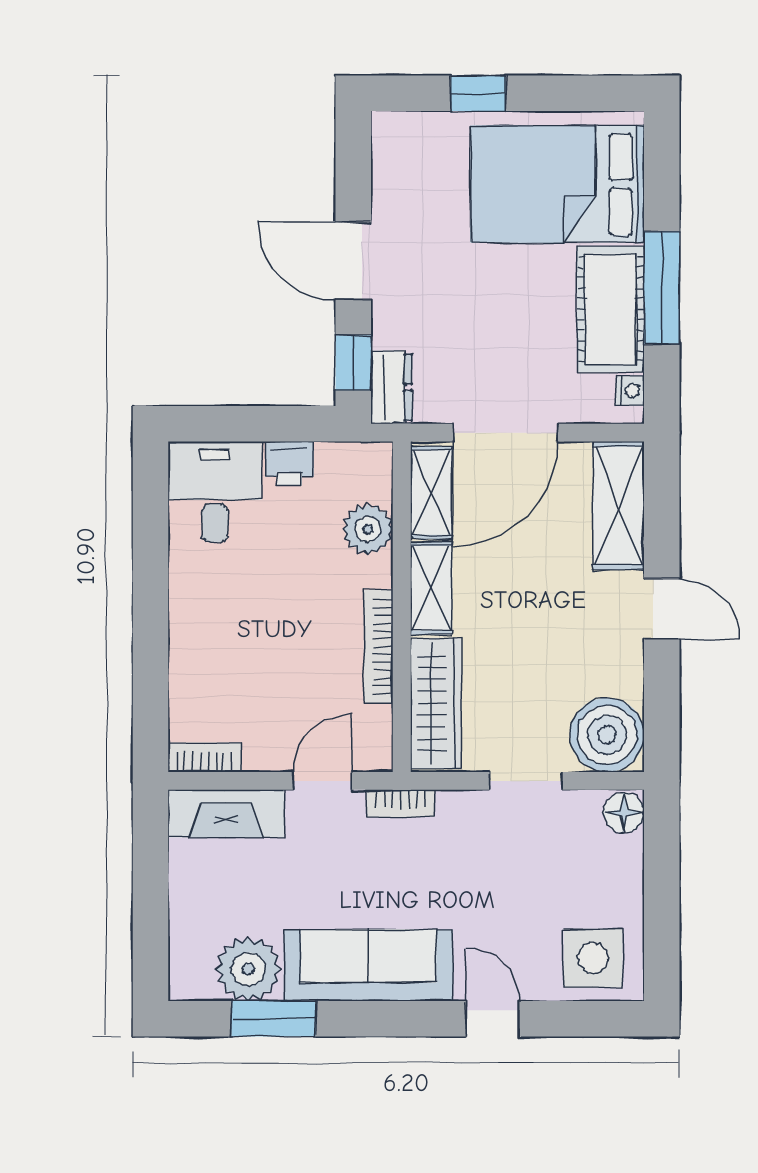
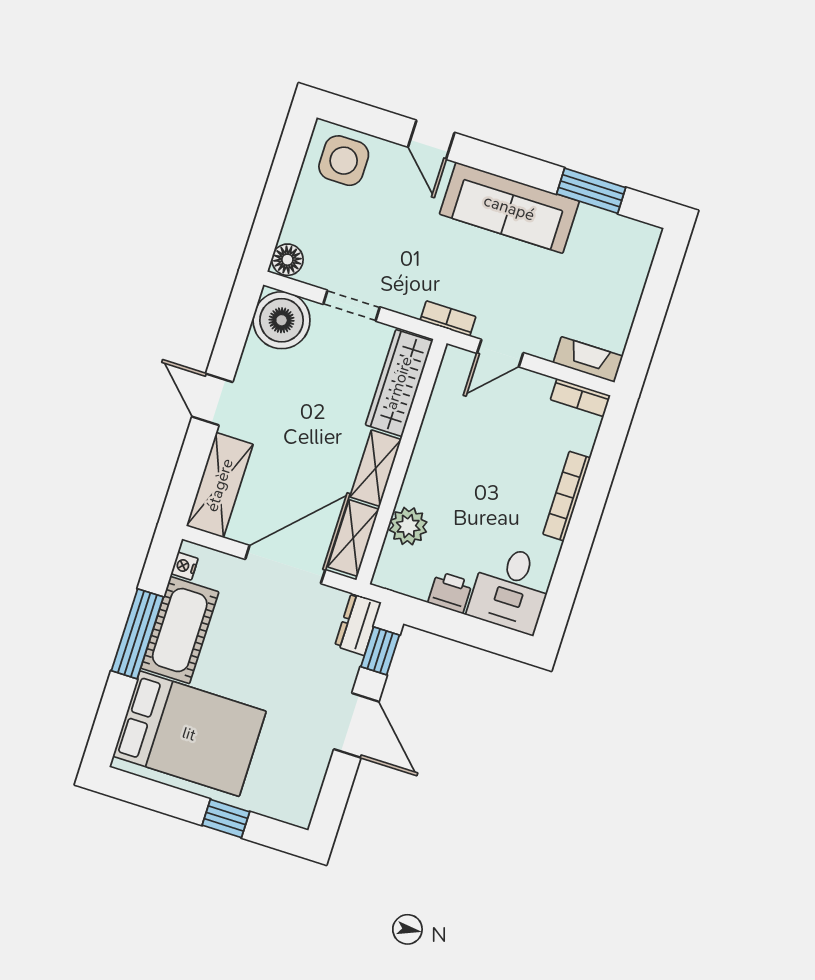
bookcase: (378, 647) -> (567, 496), moved, turned 180
fireplace: (226, 813) -> (588, 359), width x0.73, depth x0.76
plant: (248, 969) -> (598, 233), removed

